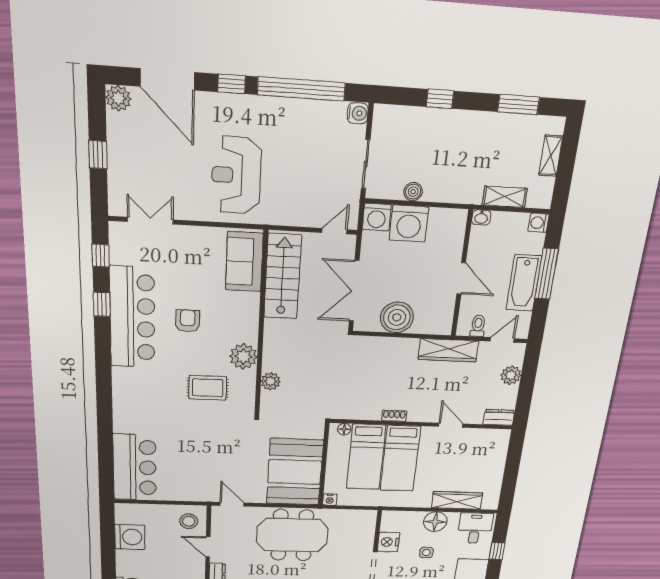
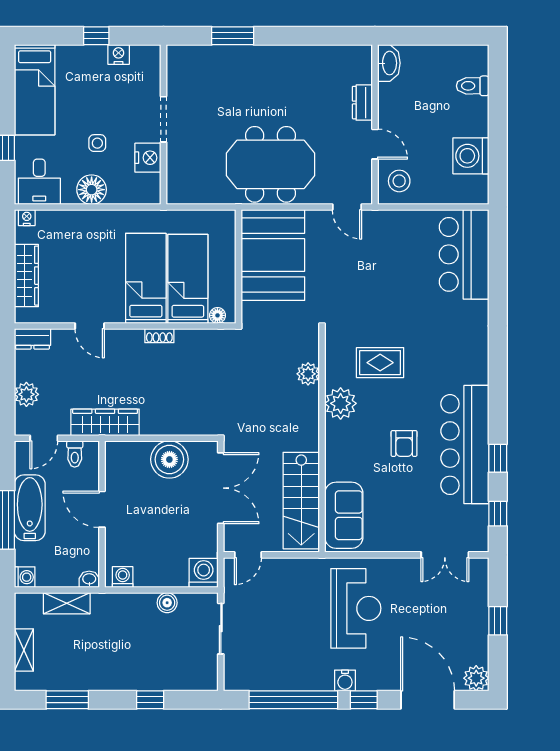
water cooler: (358, 113) -> (345, 681), moved, turned -90
washing machine: (409, 224) -> (123, 577), moved, width x0.53, depth x0.53
nightstand: (330, 500) -> (27, 218), moved
wardrobe: (457, 500) -> (26, 276), moved, turned -90

